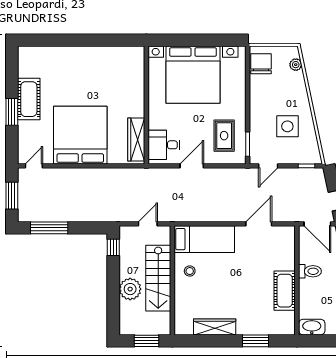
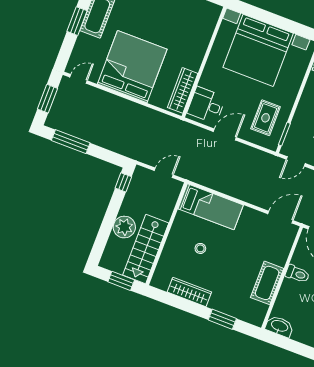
door: (259, 224) -> (280, 217), moved
stool: (190, 271) -> (200, 248), moved
stairs: (158, 278) -> (146, 249), moved

